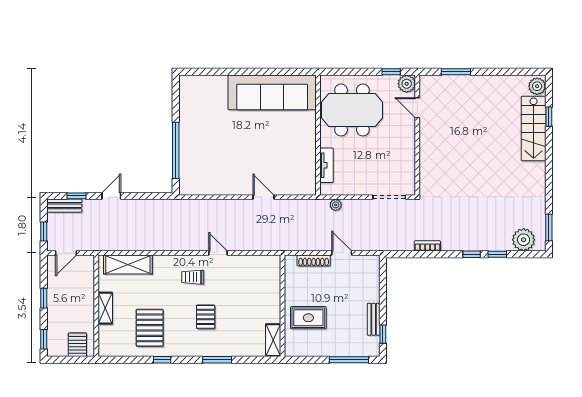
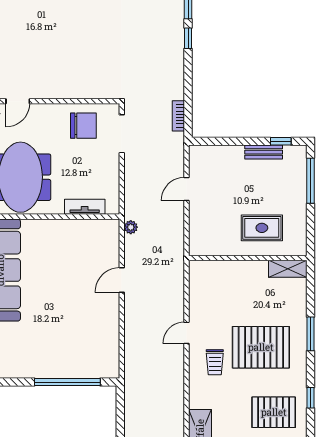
chair: (396, 164) -> (83, 126), added
plant: (336, 205) -> (131, 227), moved
bookcase: (427, 246) -> (178, 116), moved
shoe rack: (314, 260) -> (195, 222), removed
pallet: (206, 317) -> (261, 347), width x2.05, depth x2.00
rug: (308, 318) -> (262, 228), turned 90

